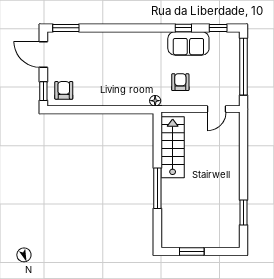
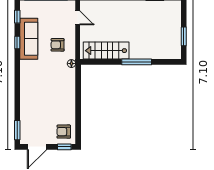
sofa: (188, 43) -> (29, 39), width x1.36

